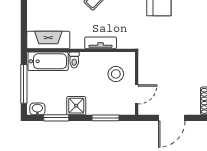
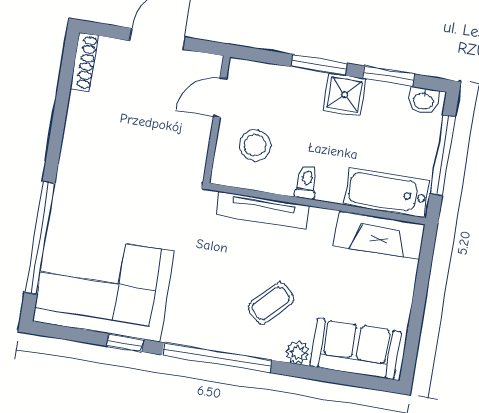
tv unit: (101, 43) -> (263, 210), width x1.41
toilet: (74, 60) -> (306, 182), moved
window: (106, 118) -> (319, 65), moved

